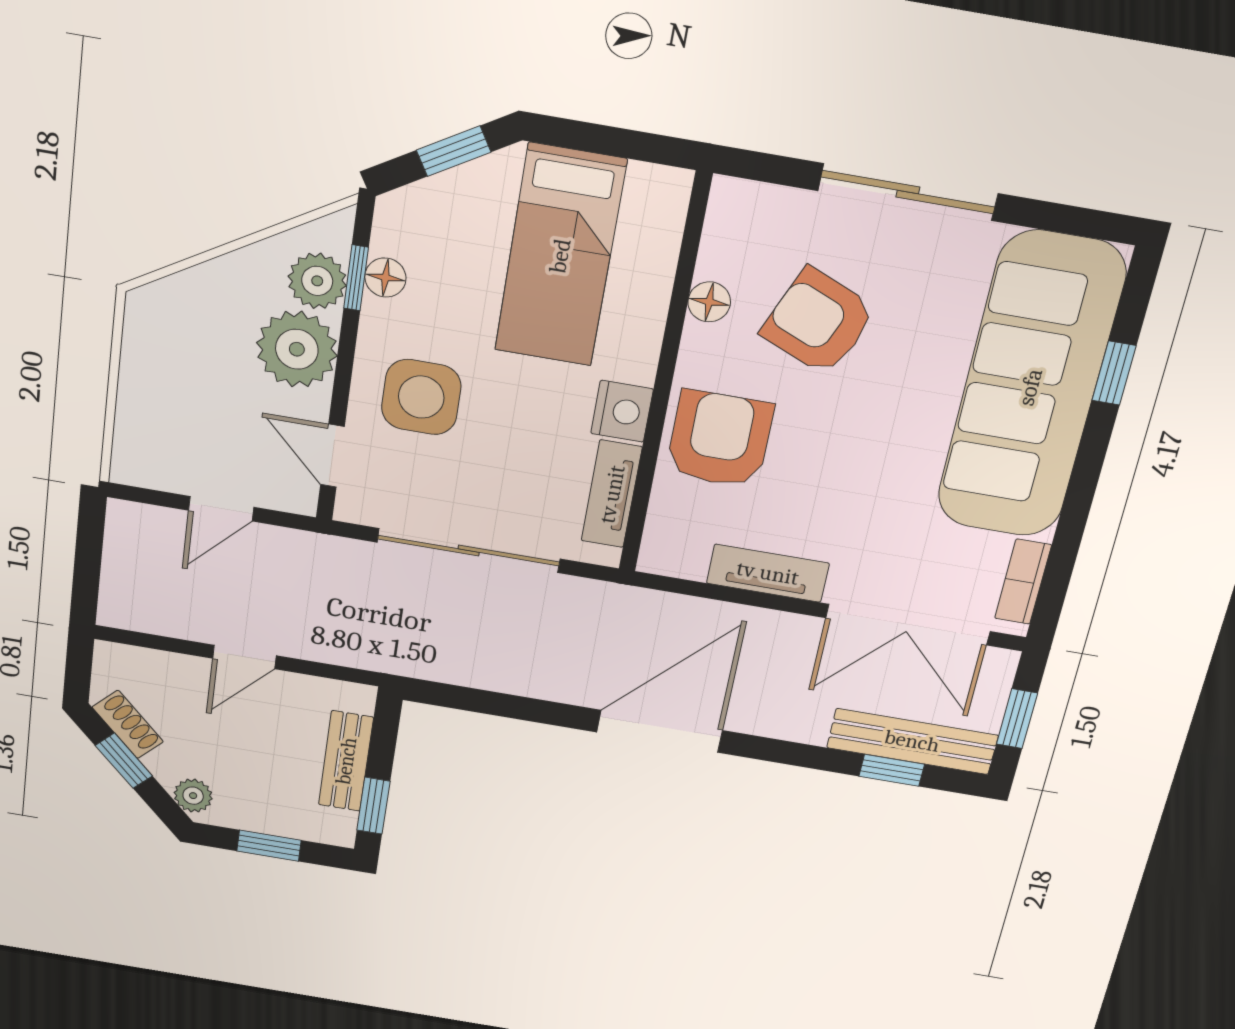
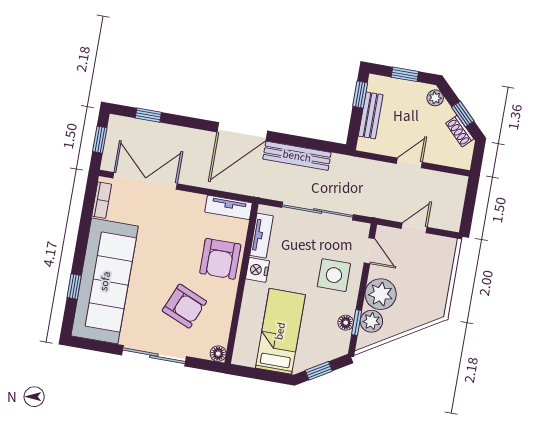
floor lamp: (709, 302) -> (218, 354), moved
tv unit: (768, 573) -> (229, 207), moved
bench: (912, 741) -> (297, 156), moved

